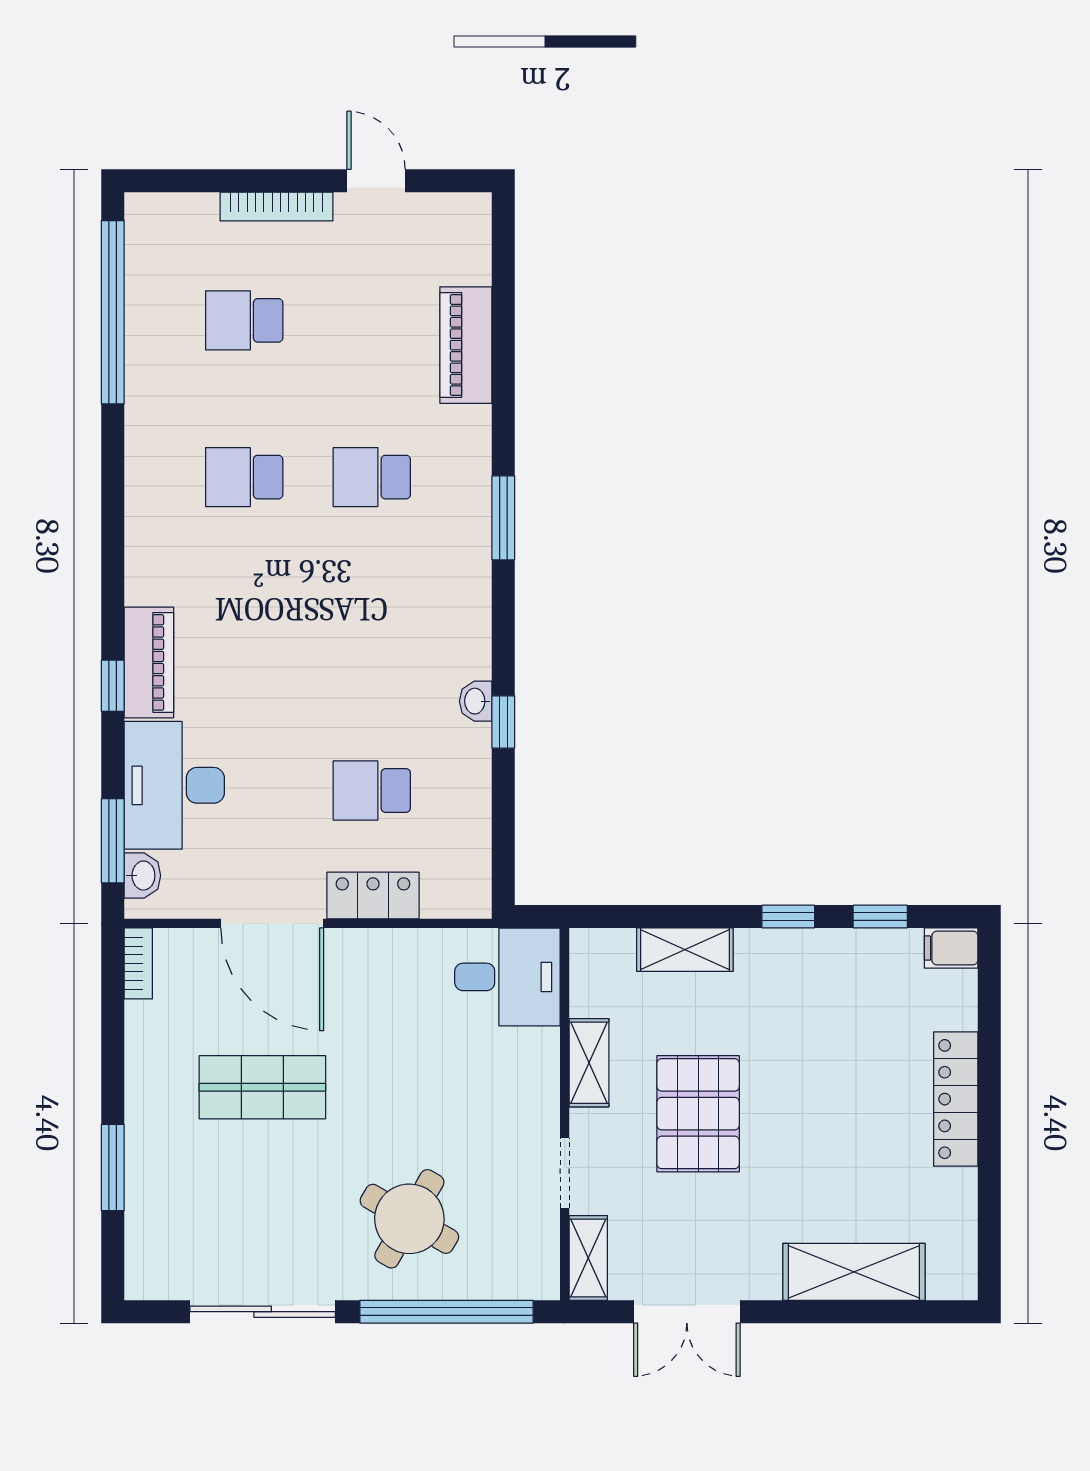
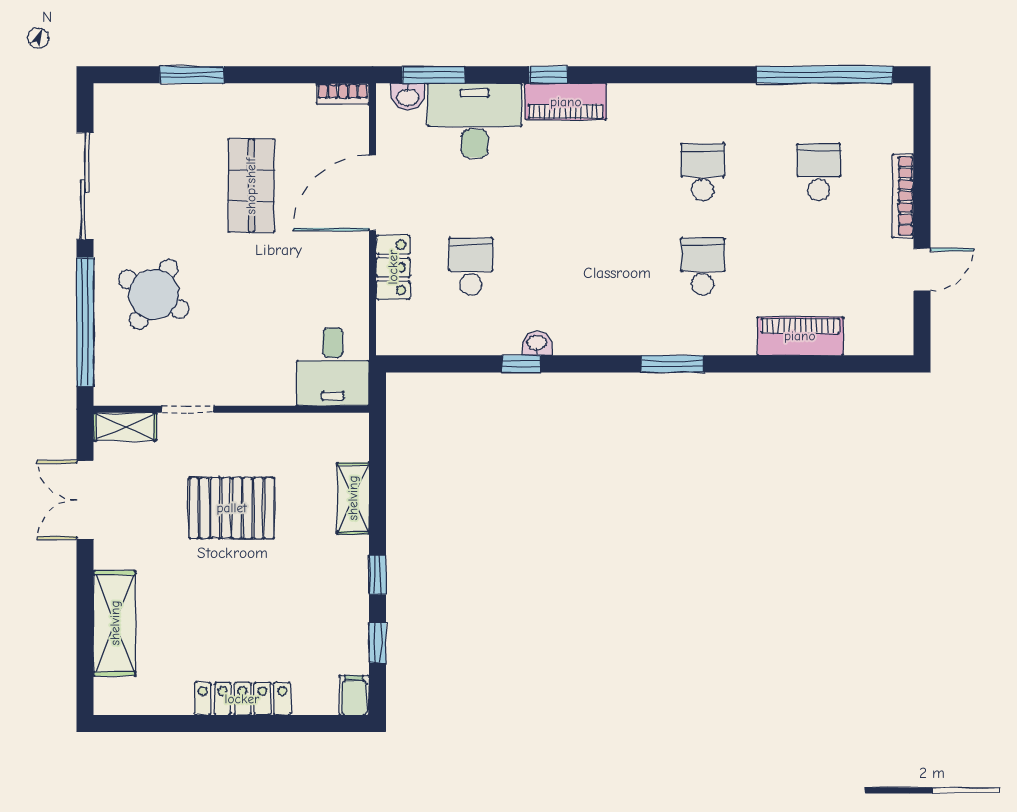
shelving: (589, 1063) -> (269, 427), removed

